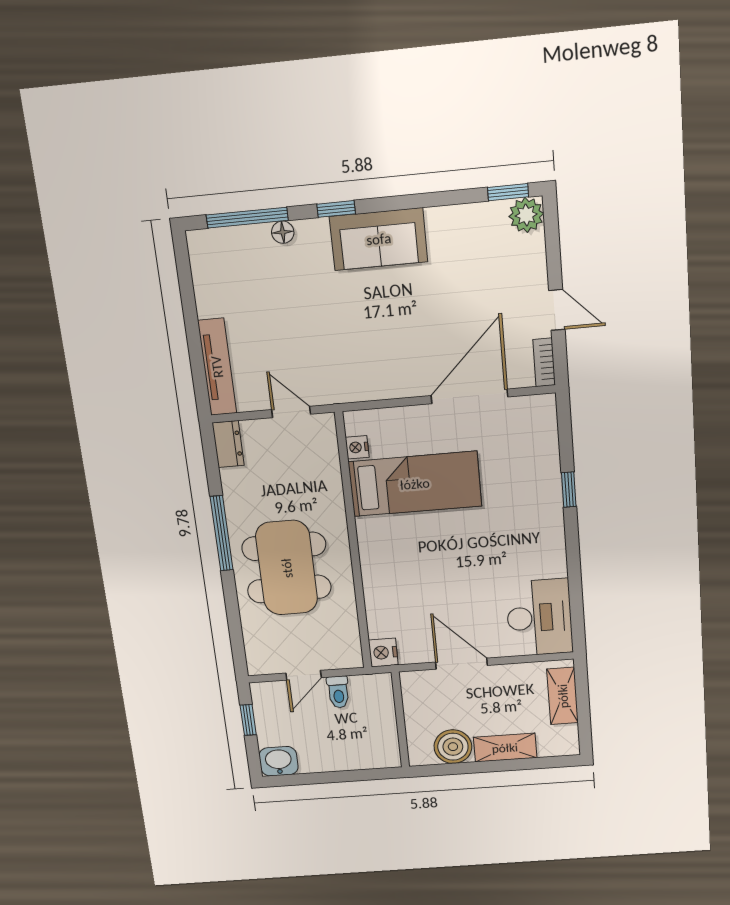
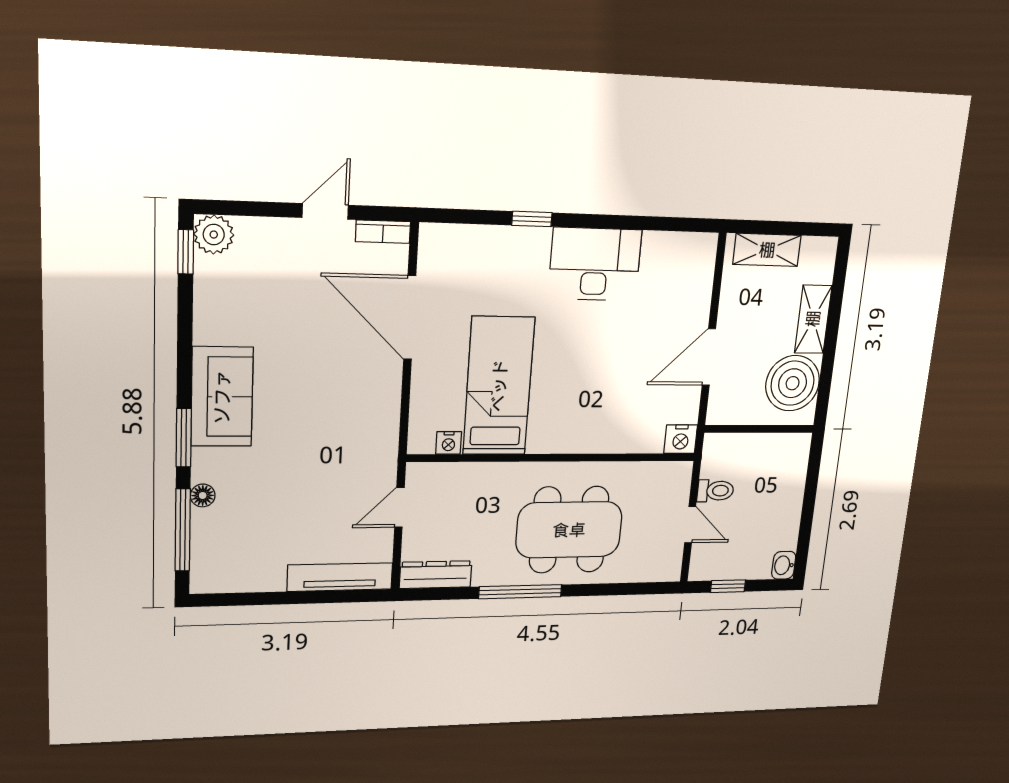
window: (336, 209) -> (184, 438), width x1.50
dresser: (228, 444) -> (436, 575), width x1.44
desk: (539, 618) -> (595, 264), moved
boiler: (453, 747) -> (793, 383), width x1.37, depth x1.37
washbasin: (279, 761) -> (784, 565), width x0.72, depth x0.69

